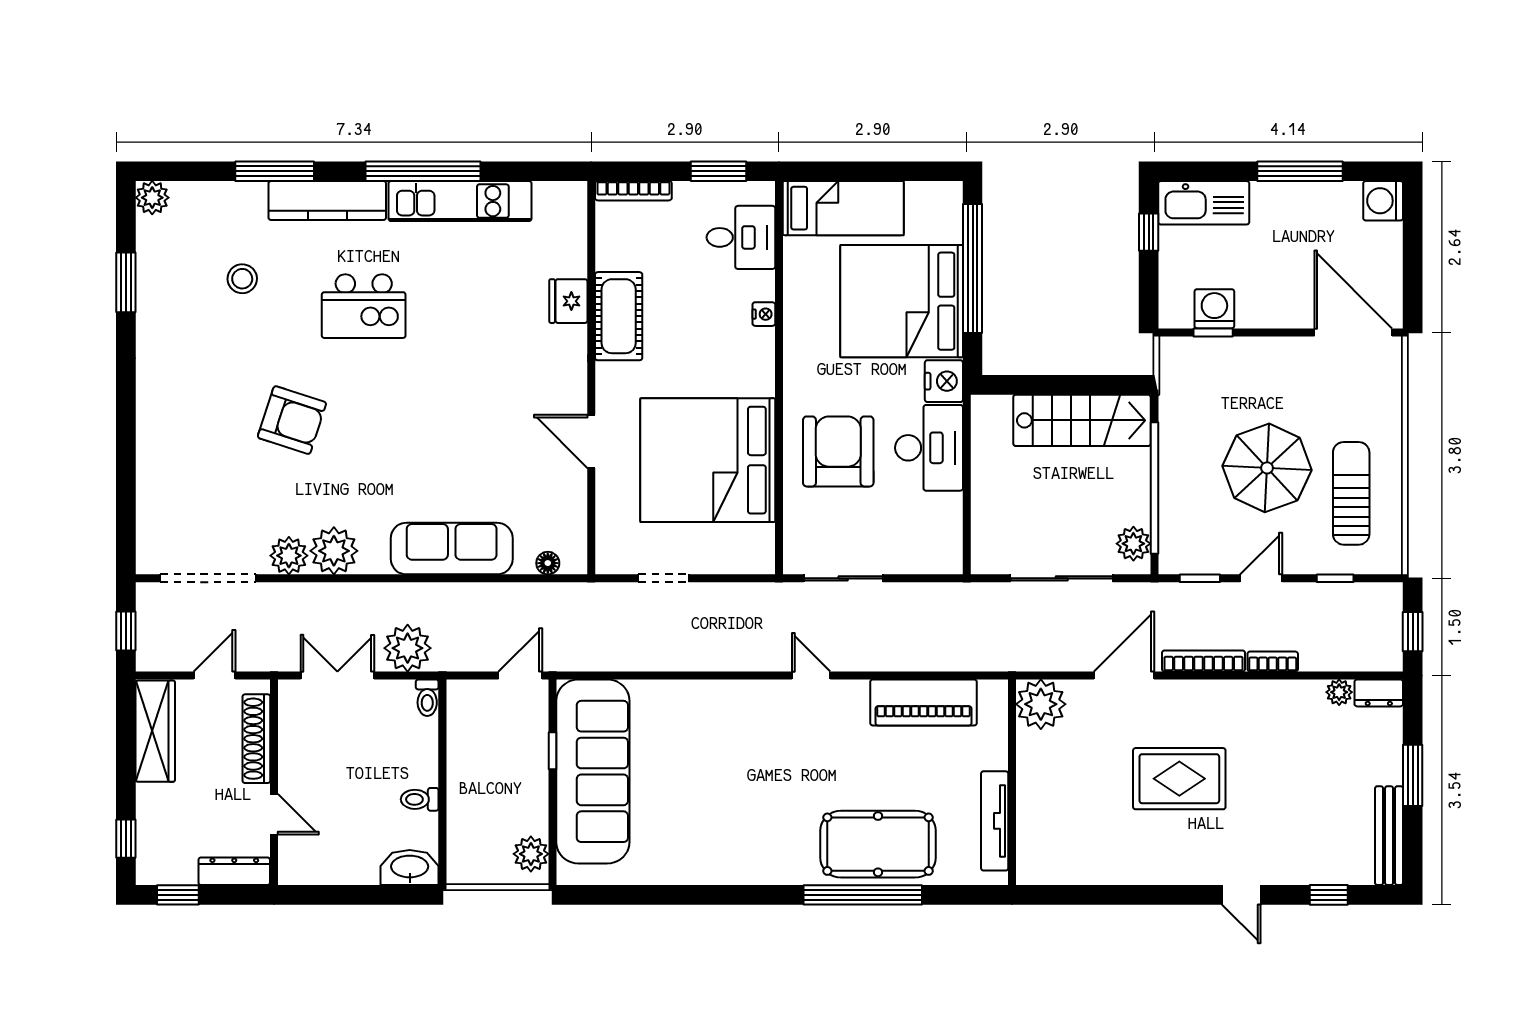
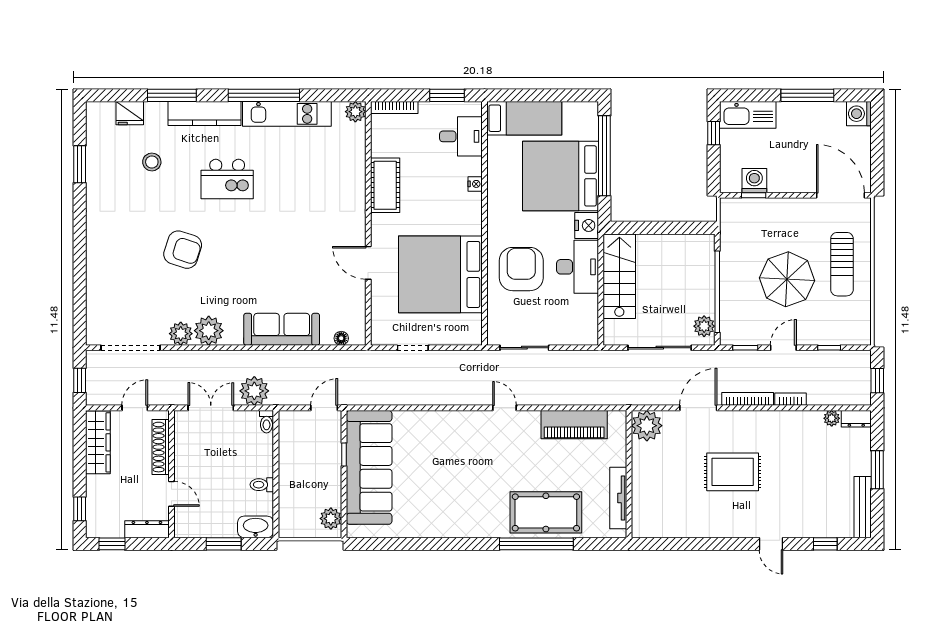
plant: (152, 198) -> (355, 112), moved
fridge: (568, 301) -> (130, 113), moved, turned -90
stairs: (1082, 420) -> (619, 276), moved, turned -90
sun lounger: (1351, 493) -> (842, 264), moved, turned 180
window: (358, 895) -> (224, 544), added

